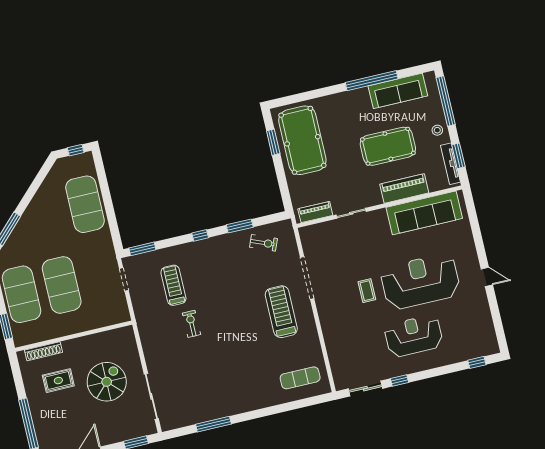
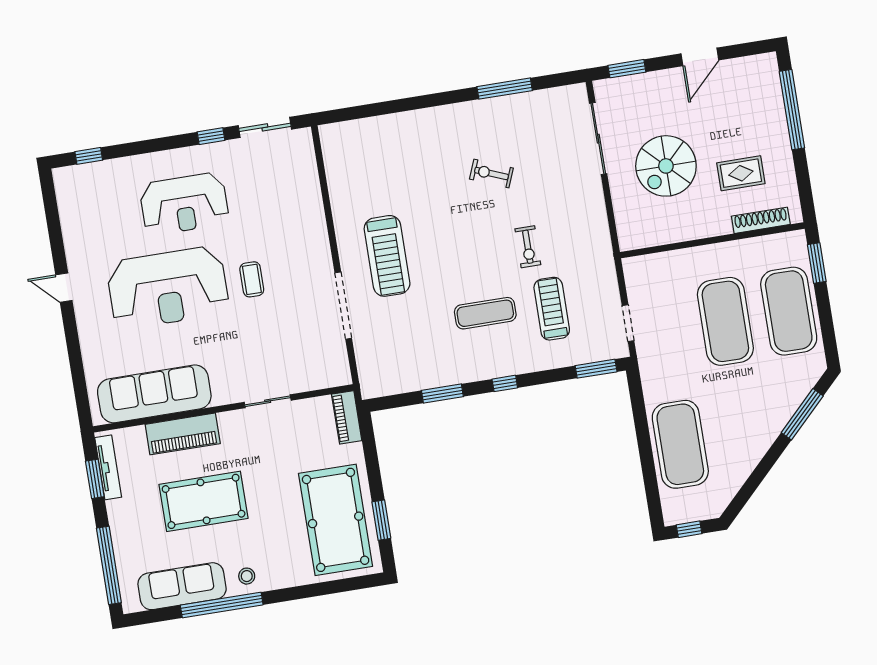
stool: (437, 130) -> (247, 576), moved
piano: (315, 212) -> (347, 417), moved, turned 90
exercise bike: (263, 243) -> (491, 174), moved
treadmill: (173, 285) -> (552, 309), turned 180
exercise mat: (300, 378) -> (485, 313), moved

